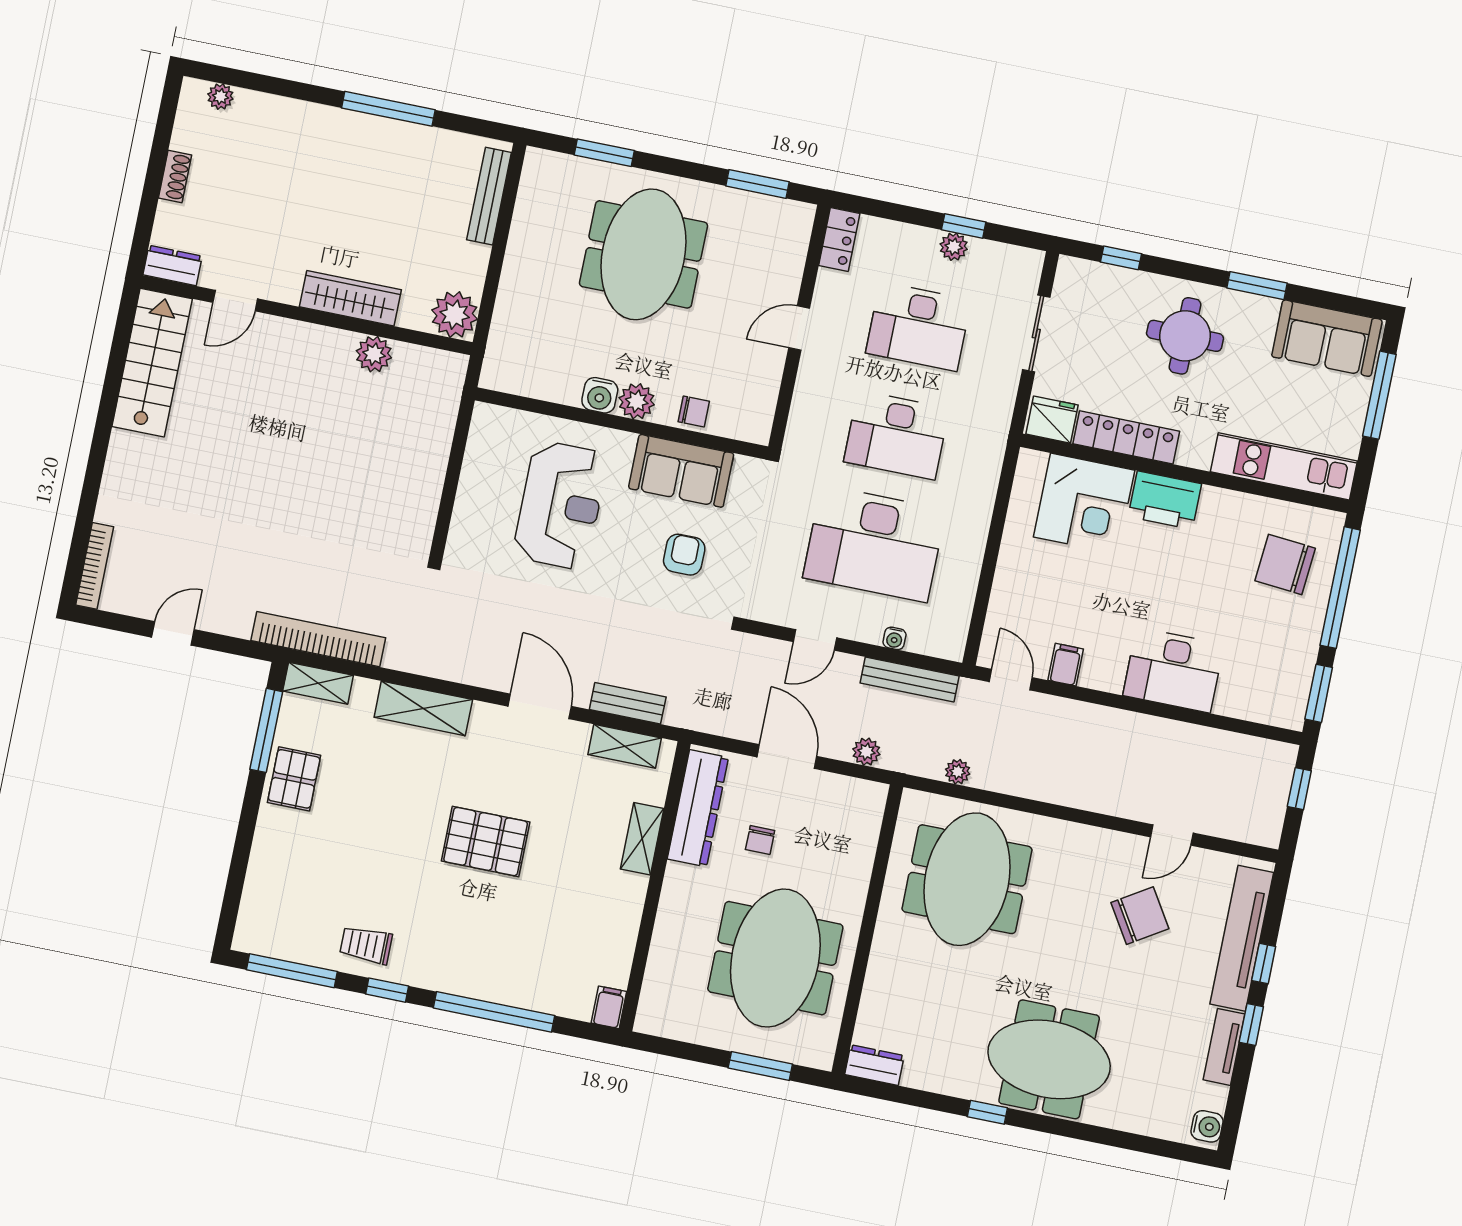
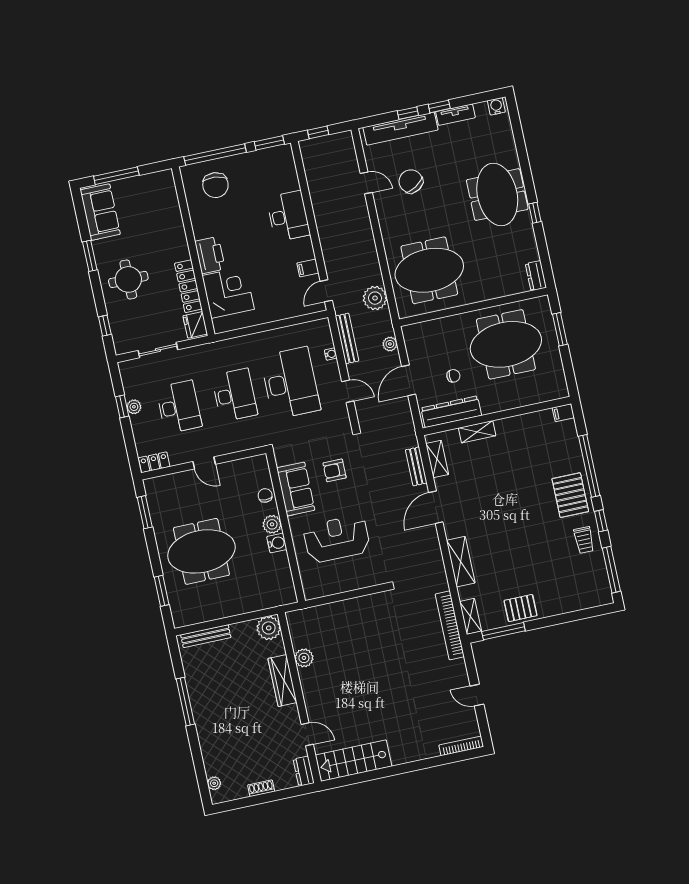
kitchen unit: (1284, 466) -> (169, 206), removed
plant: (958, 772) -> (375, 298), width x1.88, depth x1.88
pallet: (486, 842) -> (570, 495), moved

